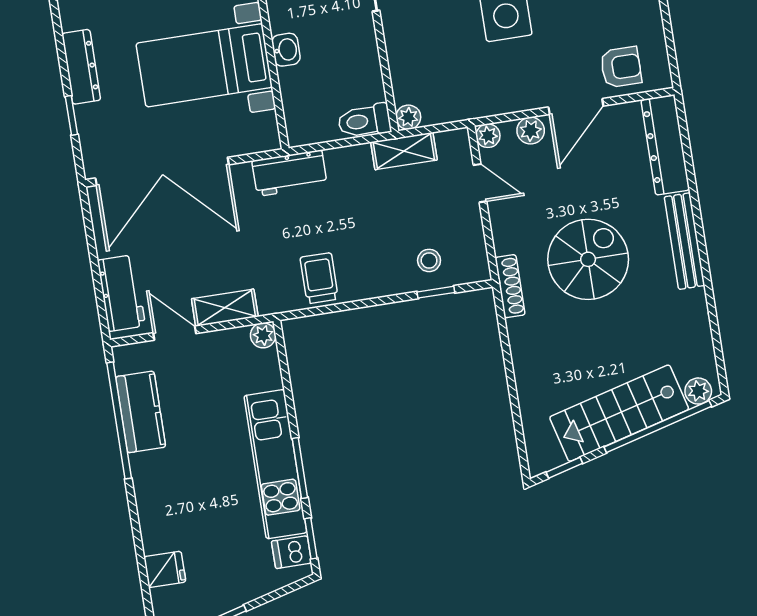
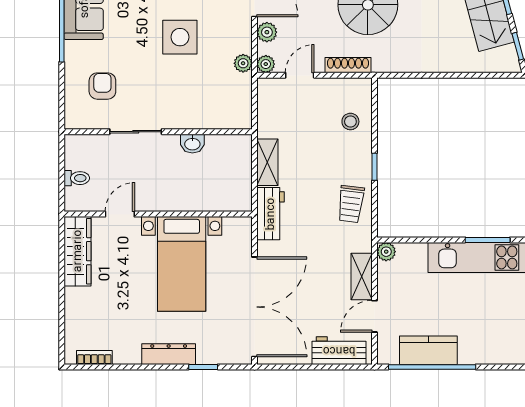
washbasin: (286, 50) -> (192, 144), moved, turned 180
plant: (408, 117) -> (243, 63), moved
toilet: (364, 121) -> (241, 153), removed
shelving: (404, 151) -> (267, 162), moved
trolley: (319, 278) -> (351, 204), turned -83
shoe rack: (510, 286) -> (348, 65), moved
window: (436, 292) -> (375, 167), moved

